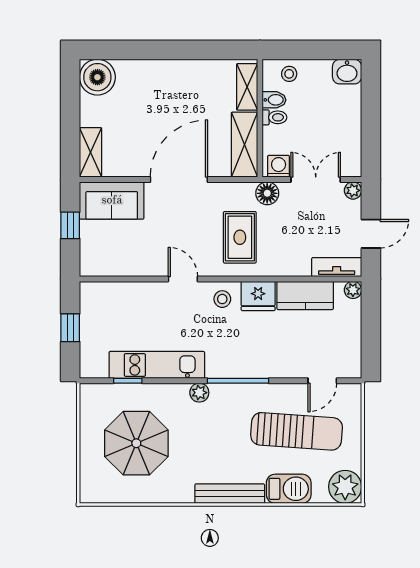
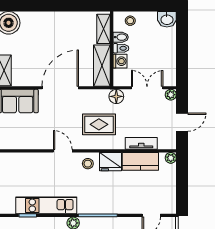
washing machine: (279, 166) -> (120, 61), moved, turned 90
rug: (240, 237) -> (99, 124), turned 90
tv unit: (337, 267) -> (141, 143), moved

